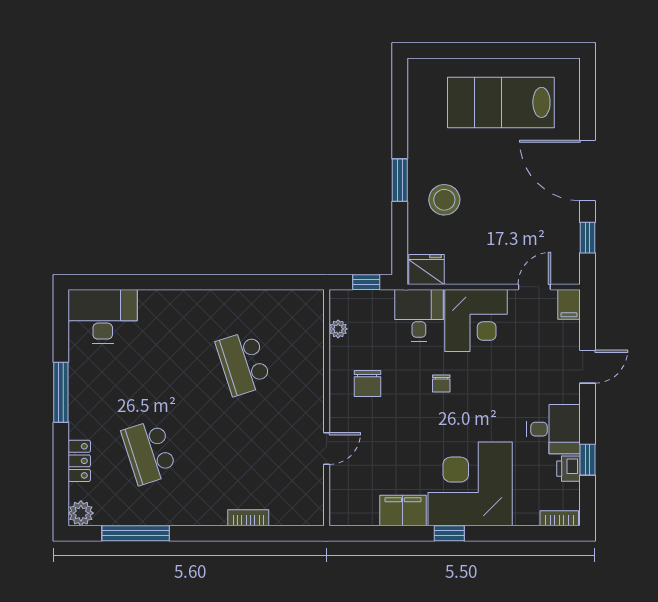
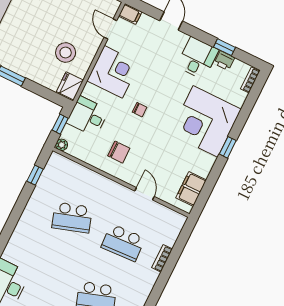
stool: (444, 200) -> (66, 53), moved
window: (277, 282) -> (35, 175), added
desk: (419, 315) -> (88, 116), moved
plant: (338, 329) -> (62, 145), moved
school desk: (243, 452) -> (123, 243), added
filing cabinet: (403, 510) -> (191, 189), moved

